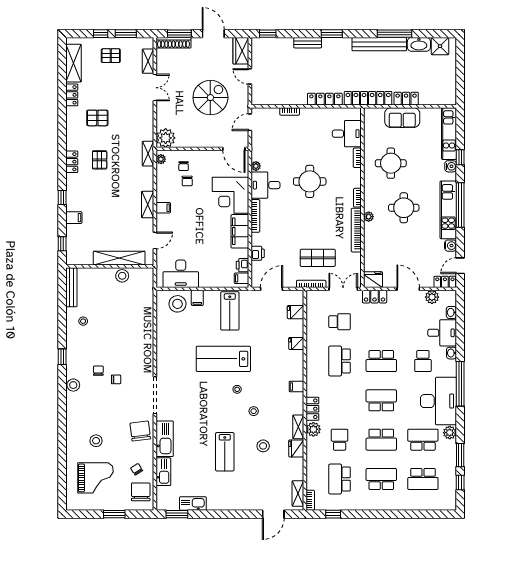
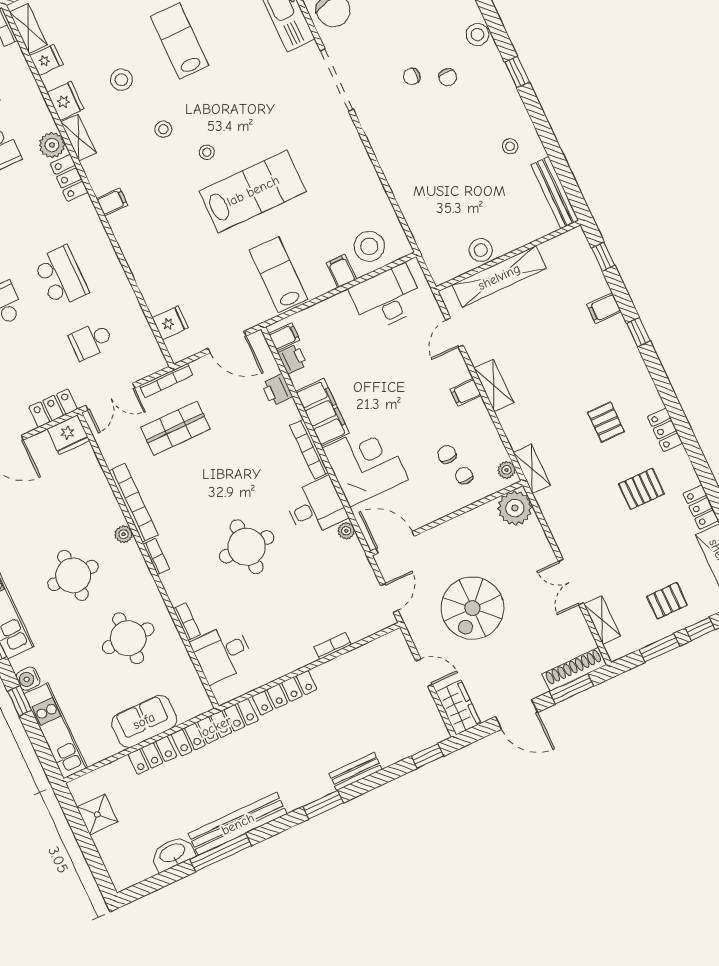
shower: (440, 46) -> (97, 815), moved
locker: (72, 162) -> (665, 430), moved
door: (272, 289) -> (227, 342), hinge flipped
fridge: (296, 343) -> (46, 60), moved

